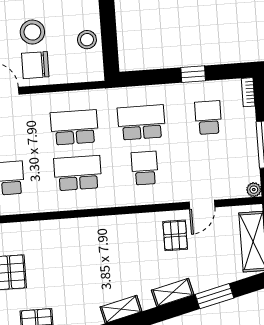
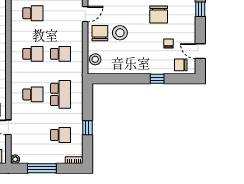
stool: (87, 40) -> (95, 59), moved
school desk: (74, 127) -> (61, 54), width x0.54
school desk: (78, 173) -> (33, 54), width x0.54

